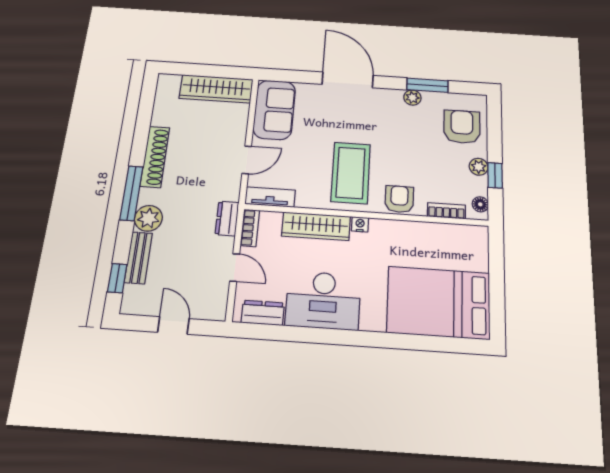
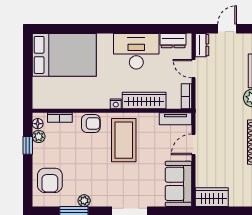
wardrobe: (216, 89) -> (212, 197), width x0.67
plant: (479, 167) -> (39, 136), moved
armchair: (399, 199) -> (91, 123), turned -90
dresser: (227, 218) -> (202, 45), moved
door: (173, 325) -> (227, 29), swing flipped

